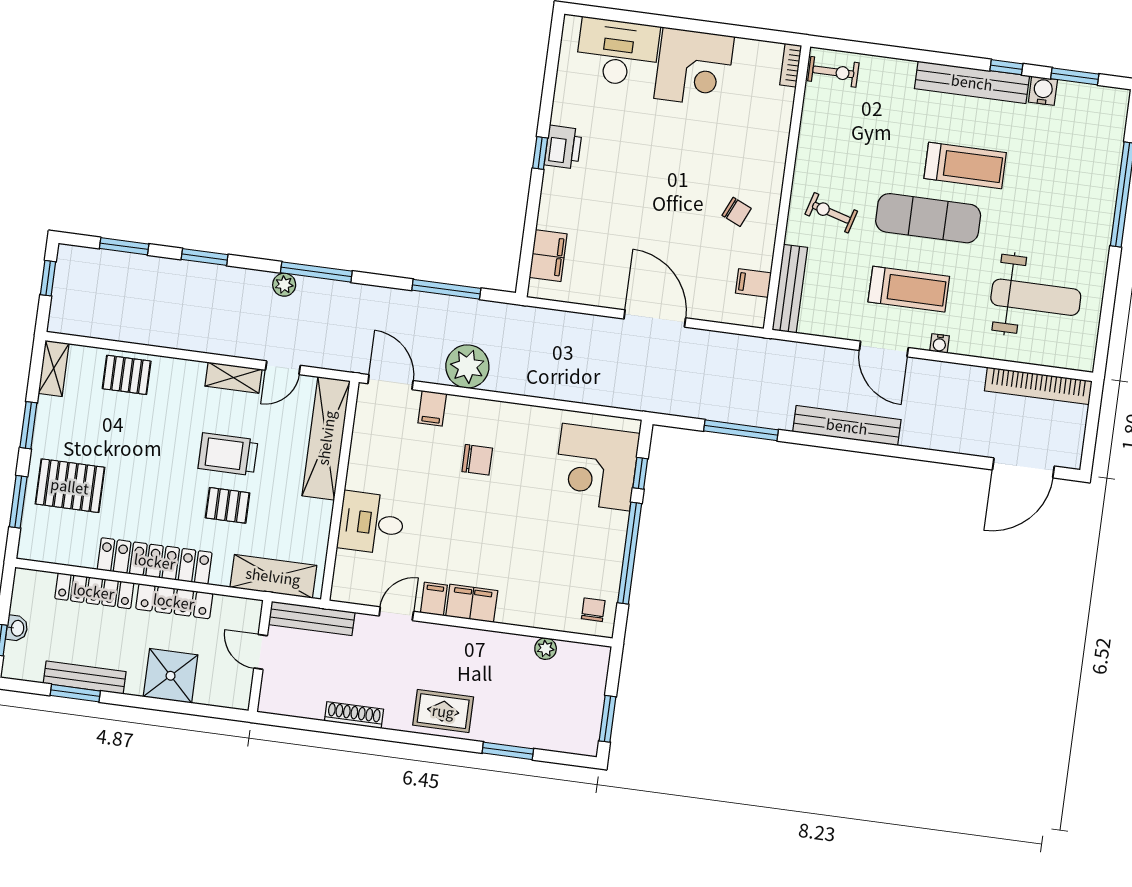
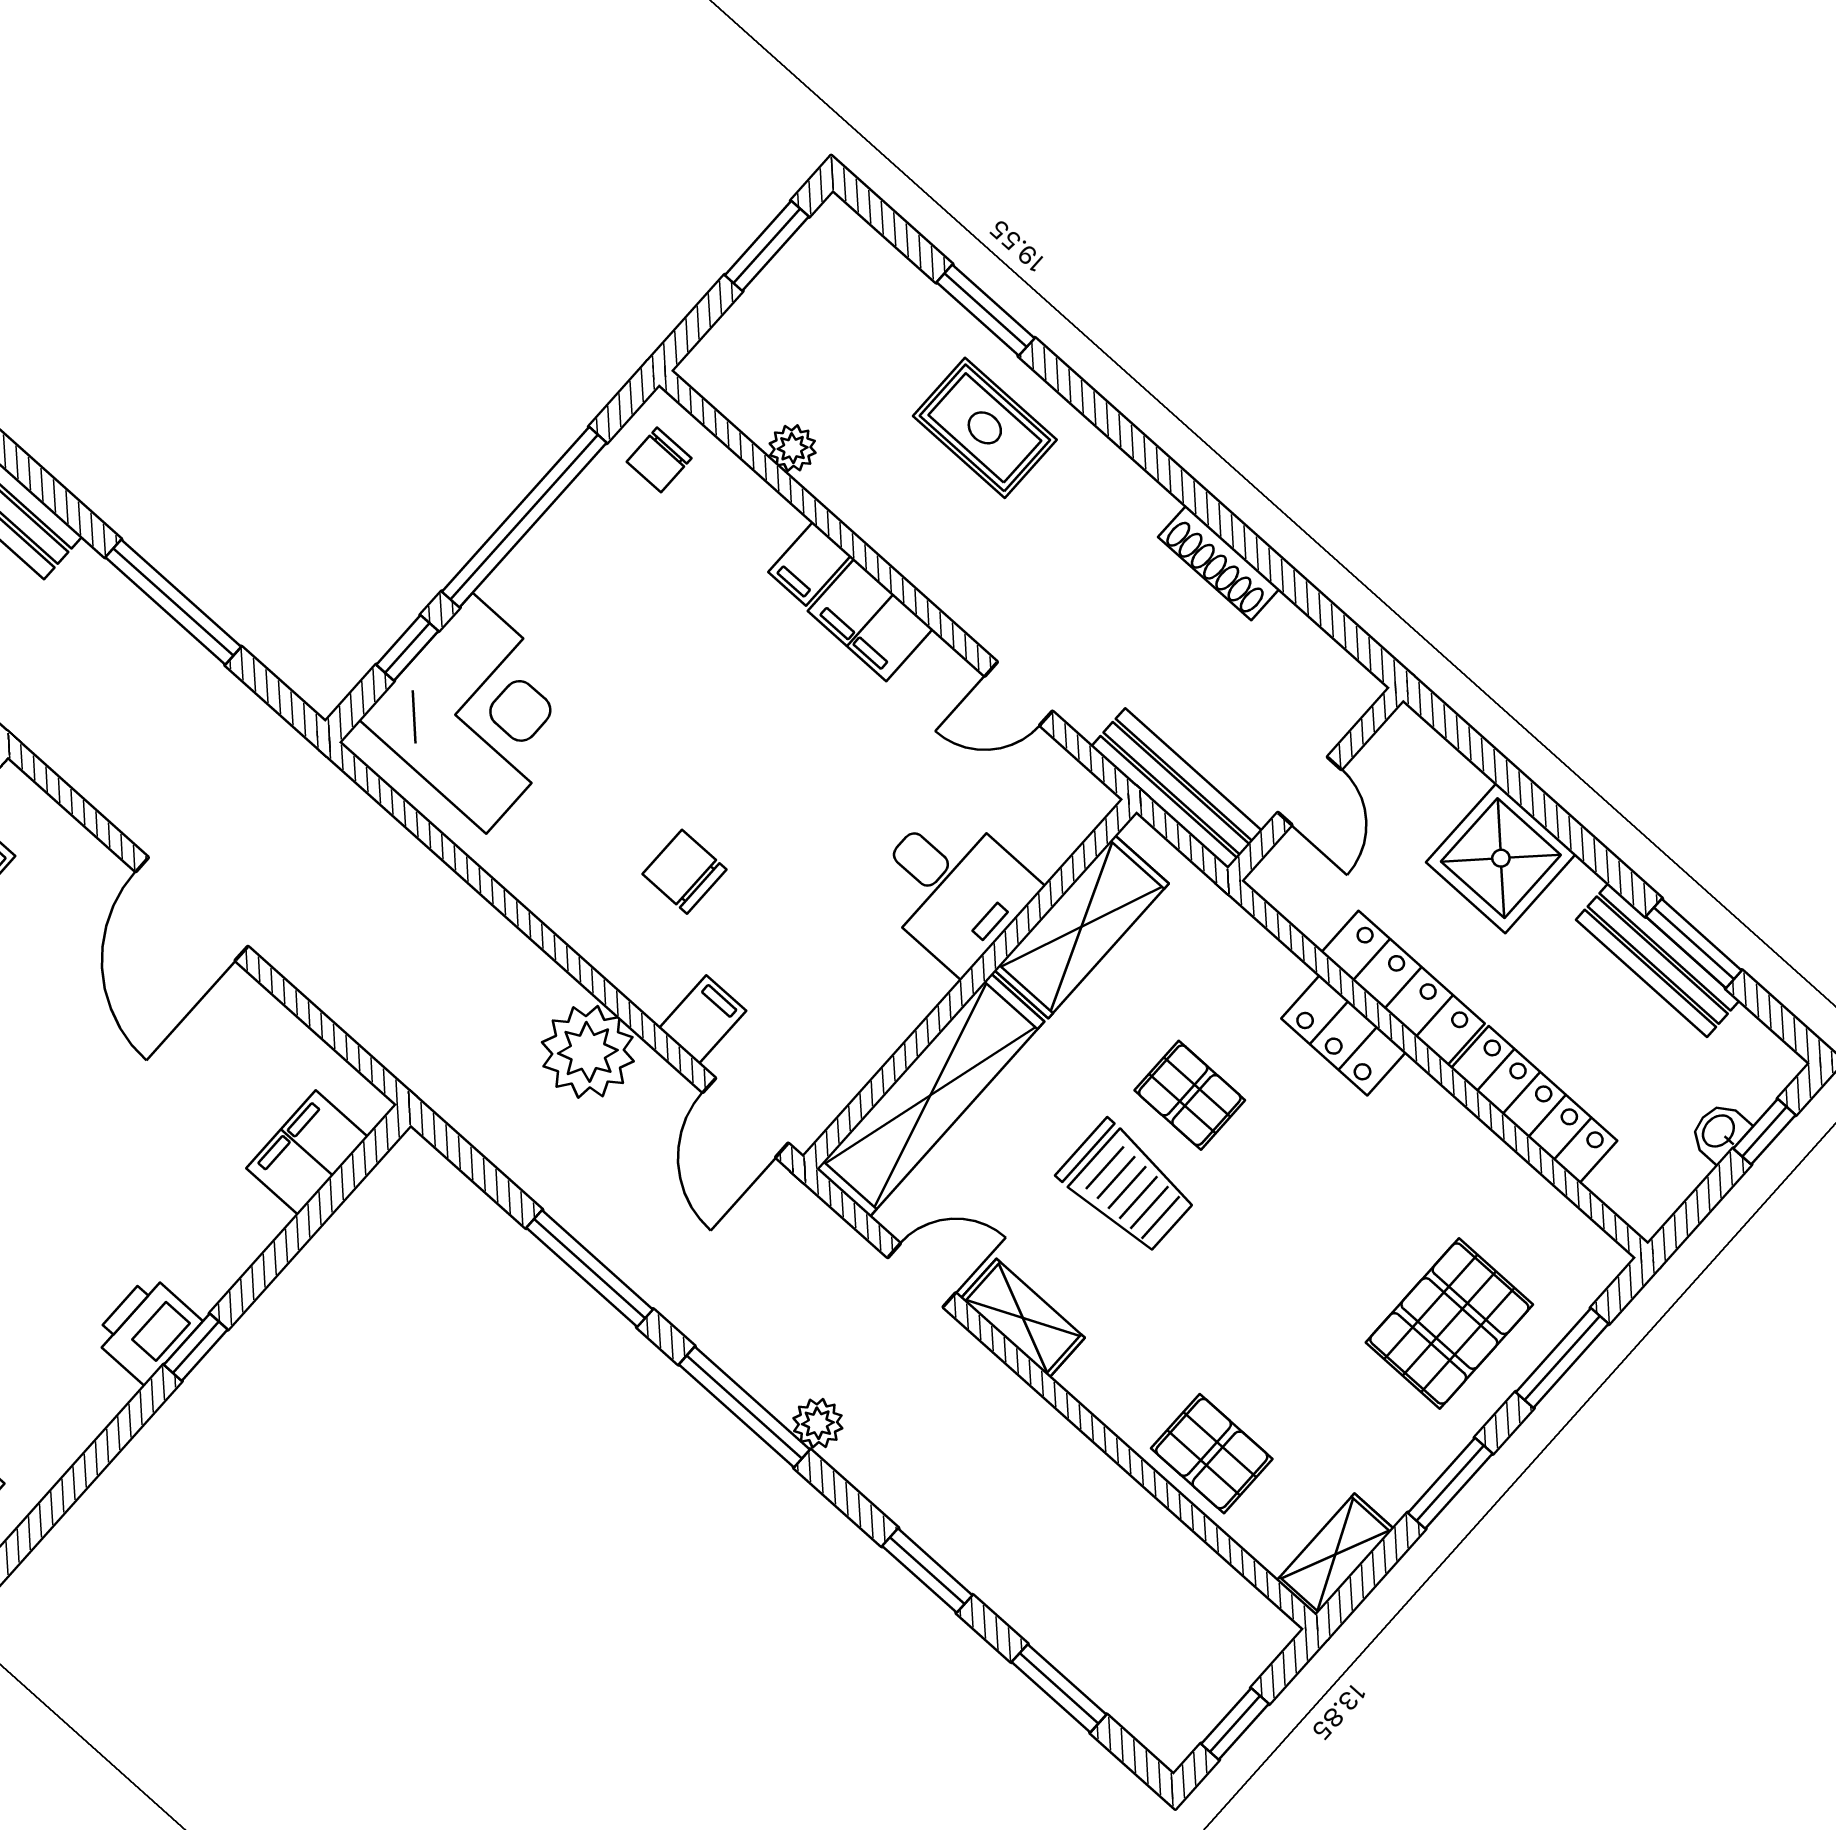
window: (446, 289) -> (590, 1269), moved
pallet: (70, 486) -> (1449, 1324), turned 90
locker: (155, 561) -> (1343, 1035), width x0.46, depth x0.83
shelving: (273, 576) -> (1082, 927), moved, turned 90
filing cabinet: (434, 599) -> (809, 564), moved
rug: (443, 711) -> (985, 428), moved

